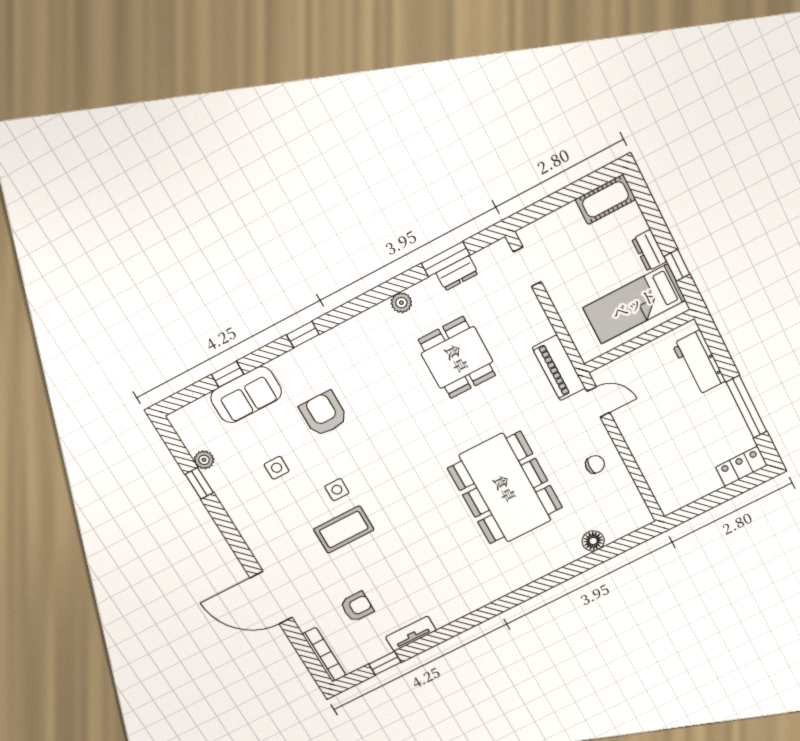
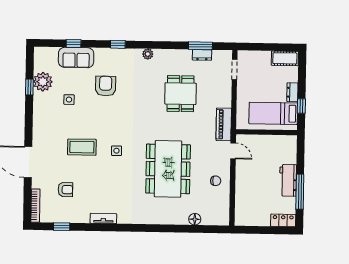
plant: (401, 303) -> (148, 54), moved
workbench: (699, 363) -> (288, 180), moved
plant: (204, 460) -> (43, 82), width x1.87, depth x1.87
side table: (337, 490) -> (116, 151), moved
tv unit: (411, 634) -> (103, 218), moved

